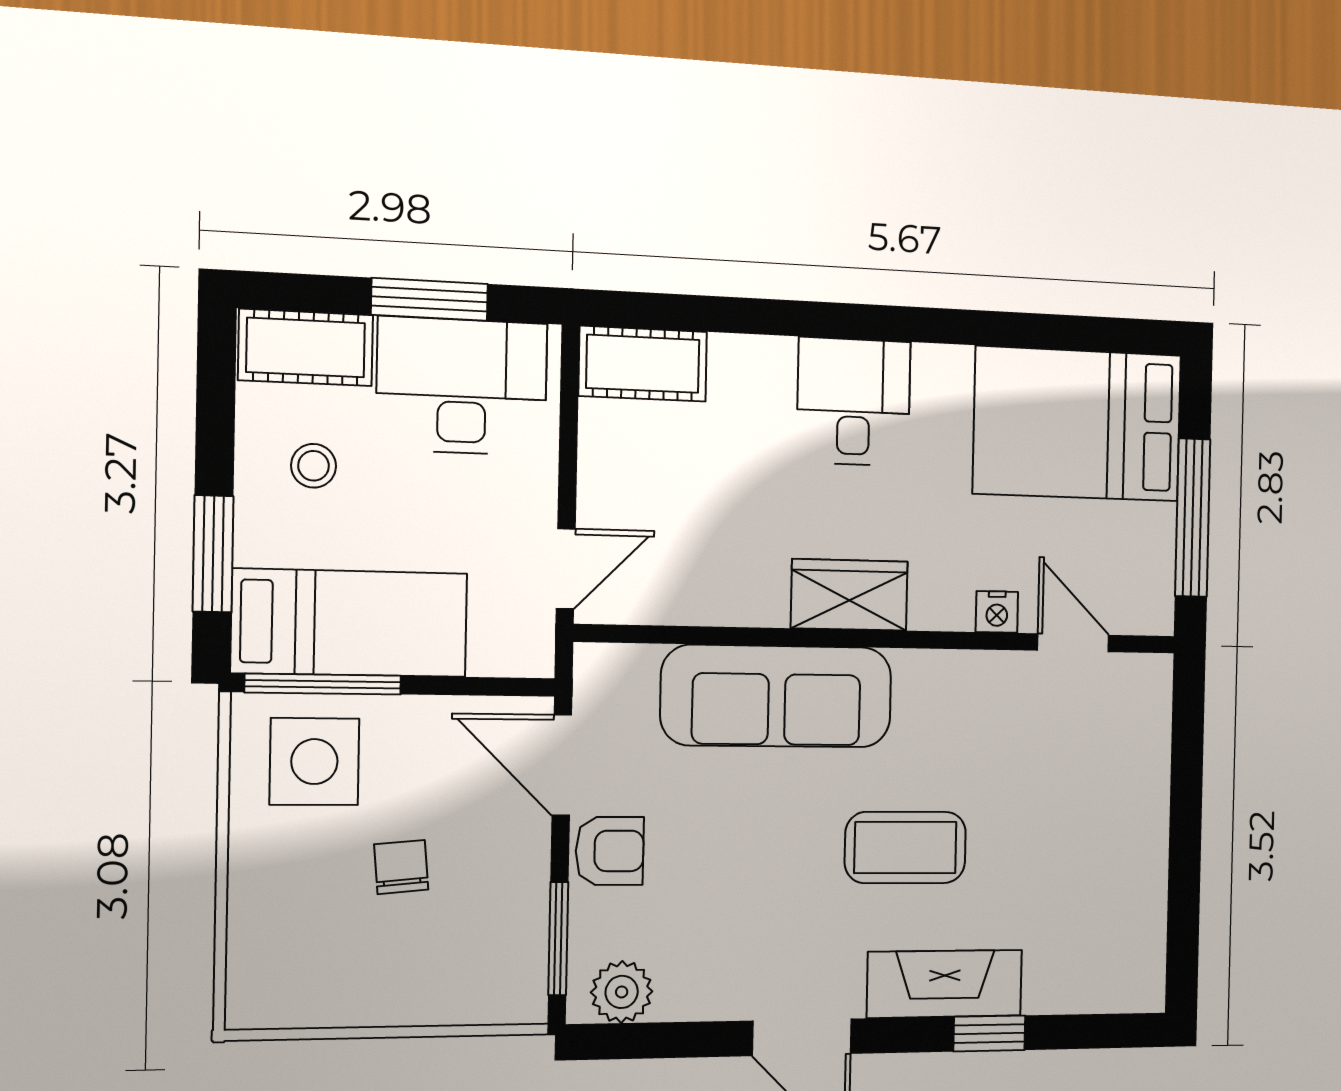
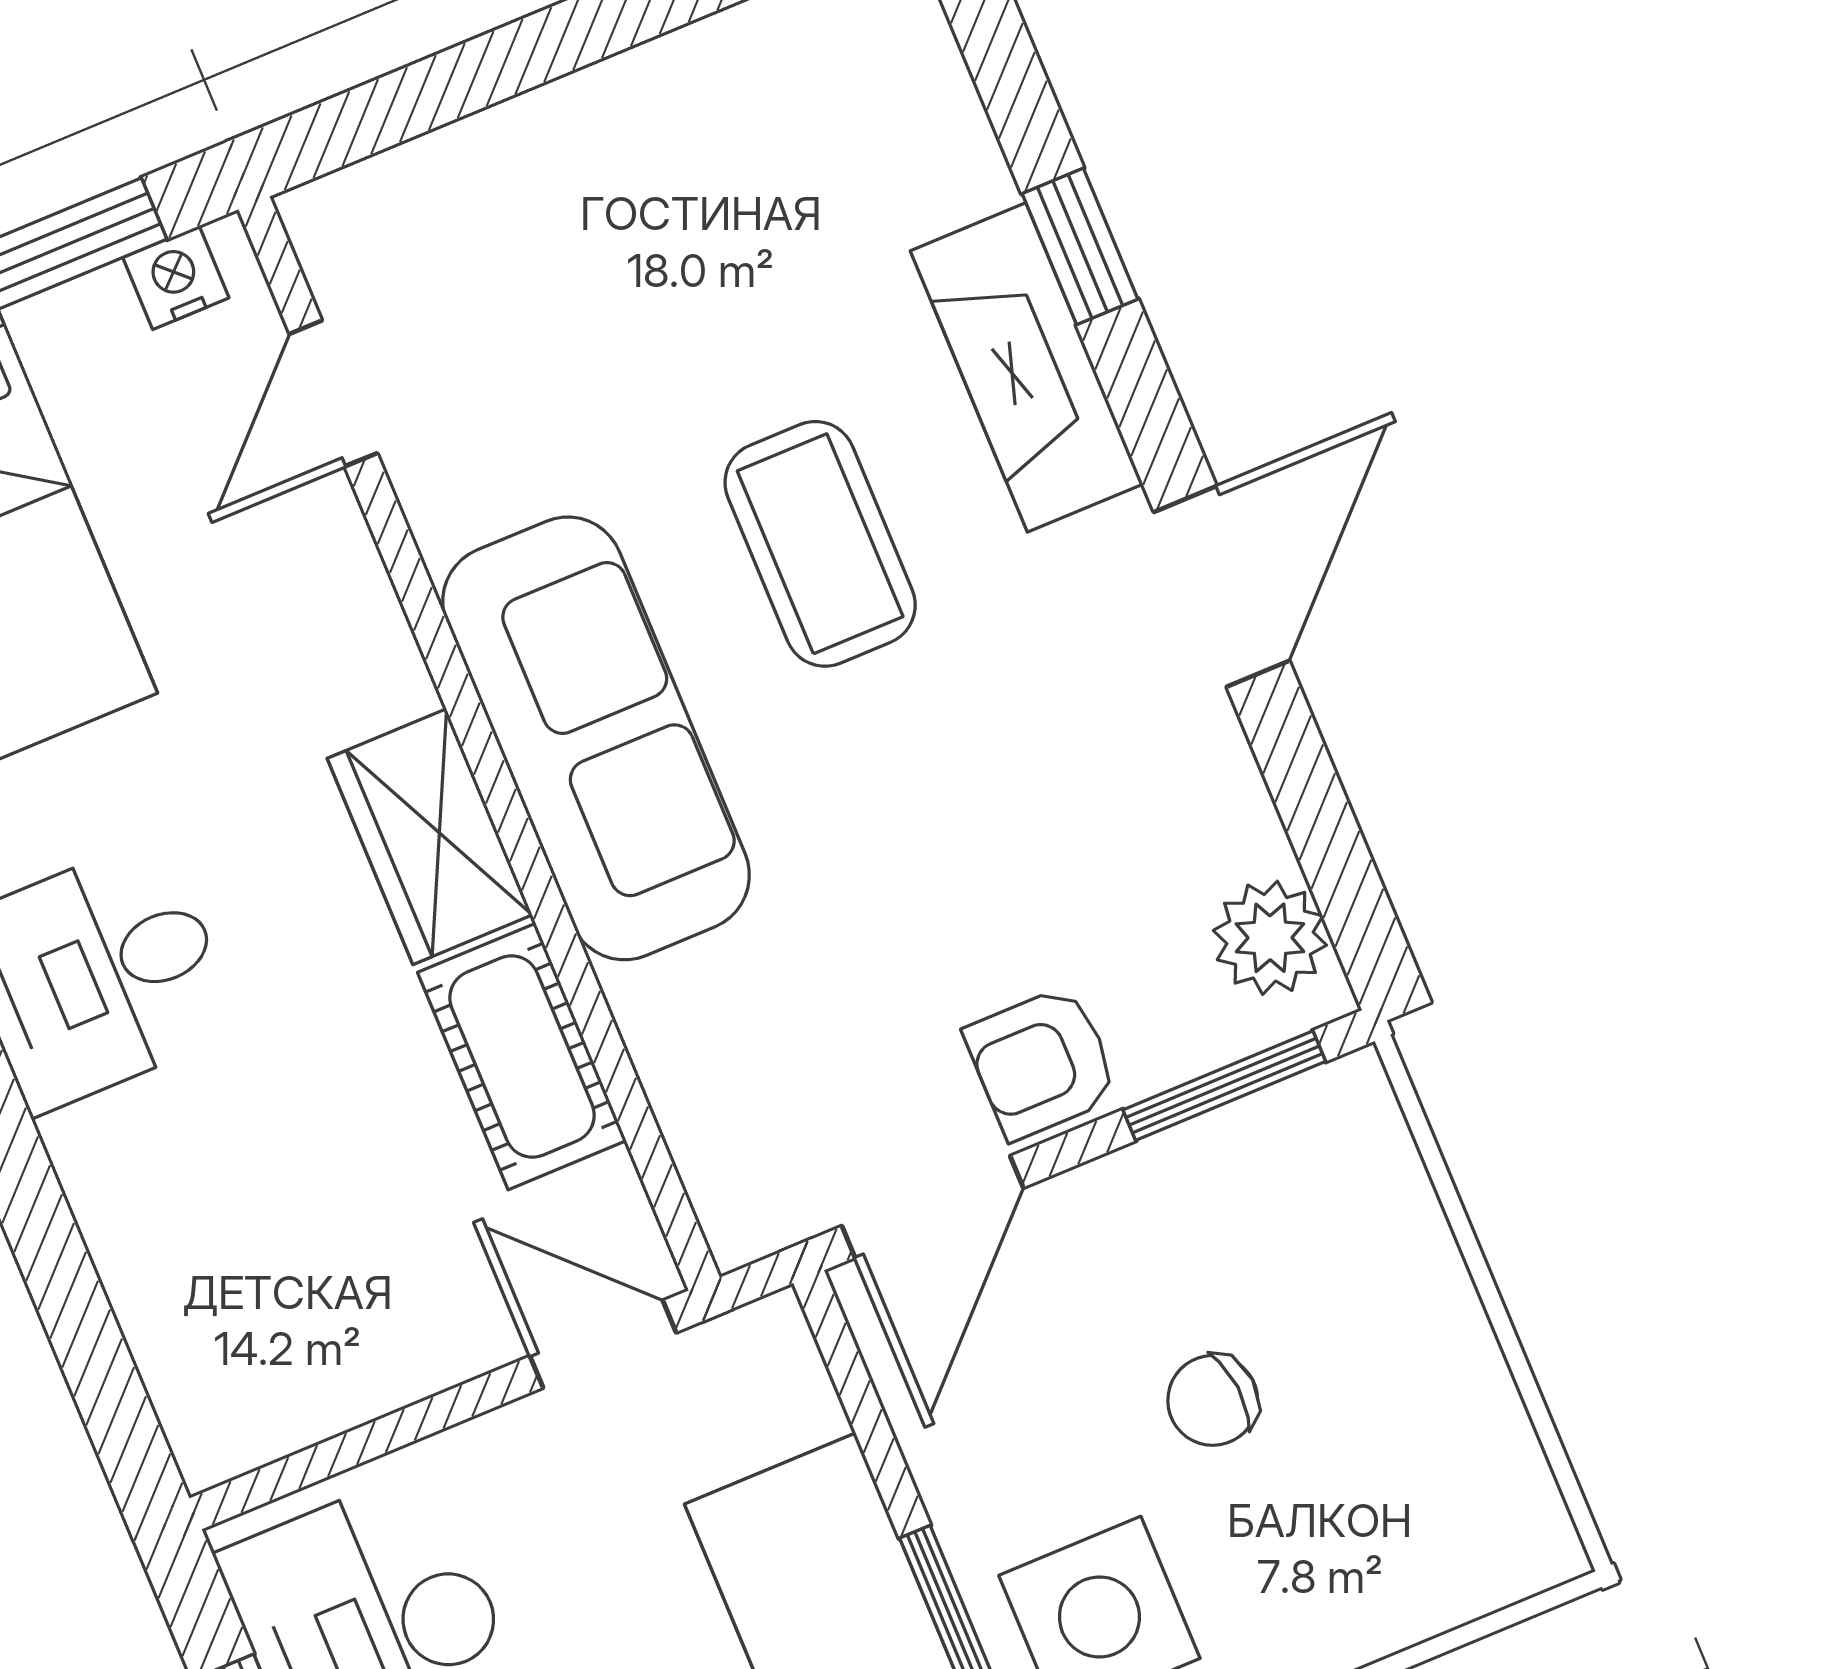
cot: (643, 364) -> (522, 1057), moved
nightstand: (997, 612) -> (176, 278), moved, turned -90
sofa: (777, 696) -> (596, 738), moved
armchair: (610, 851) -> (1042, 1063), turned -90

